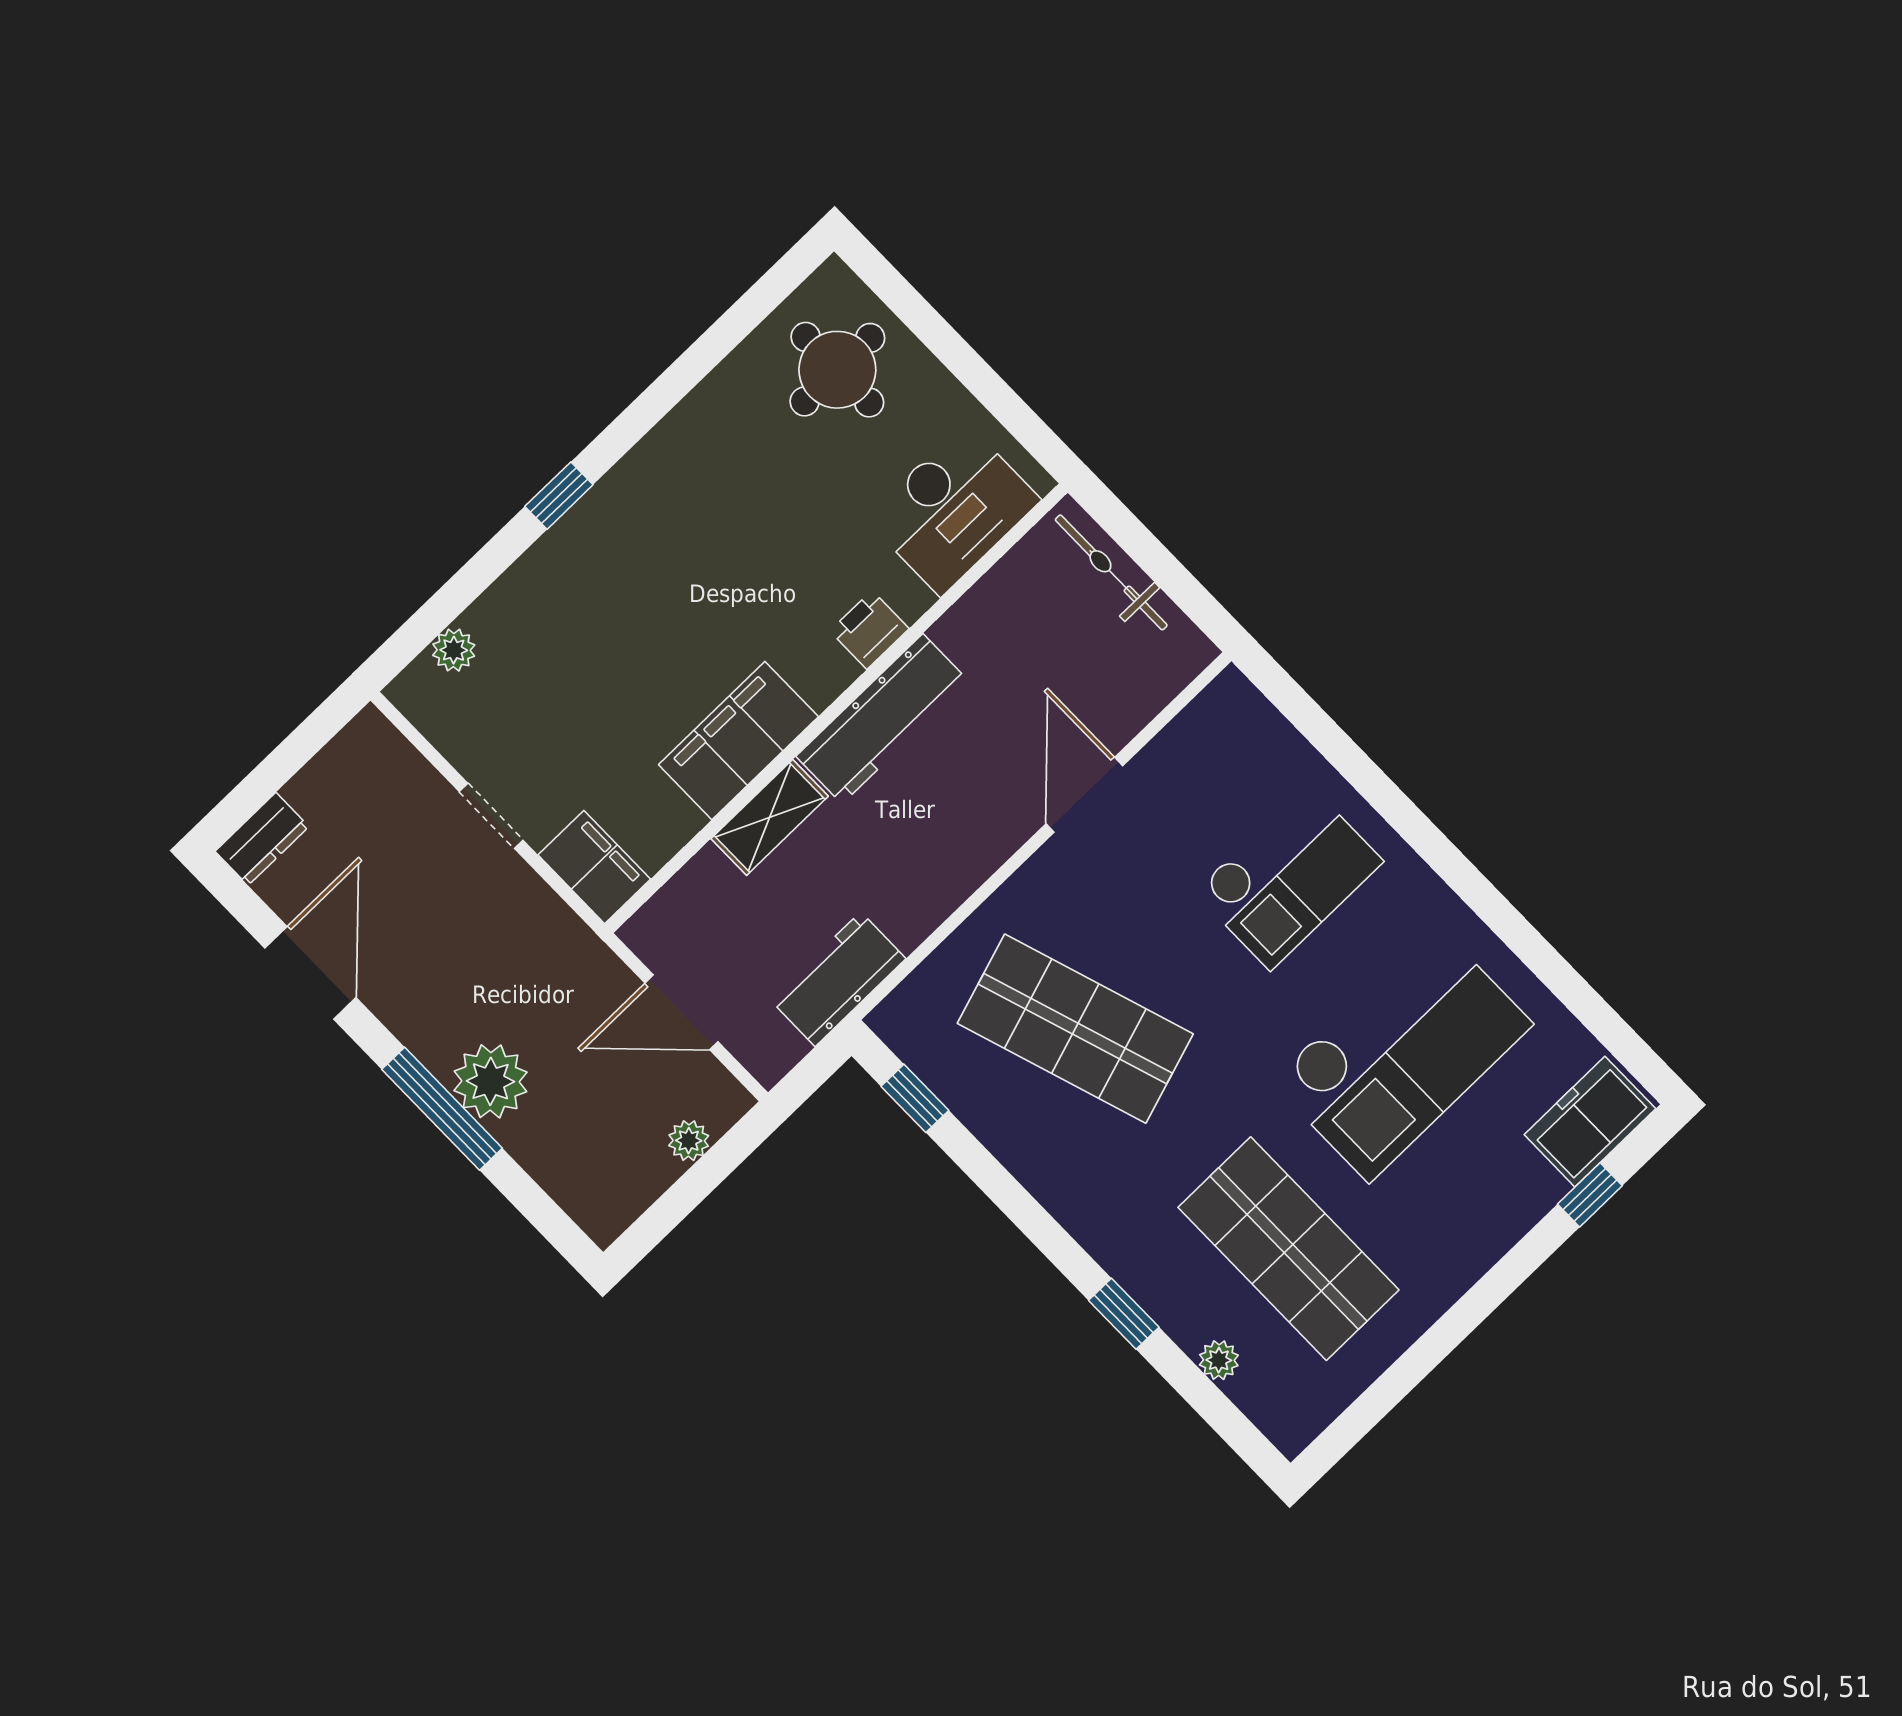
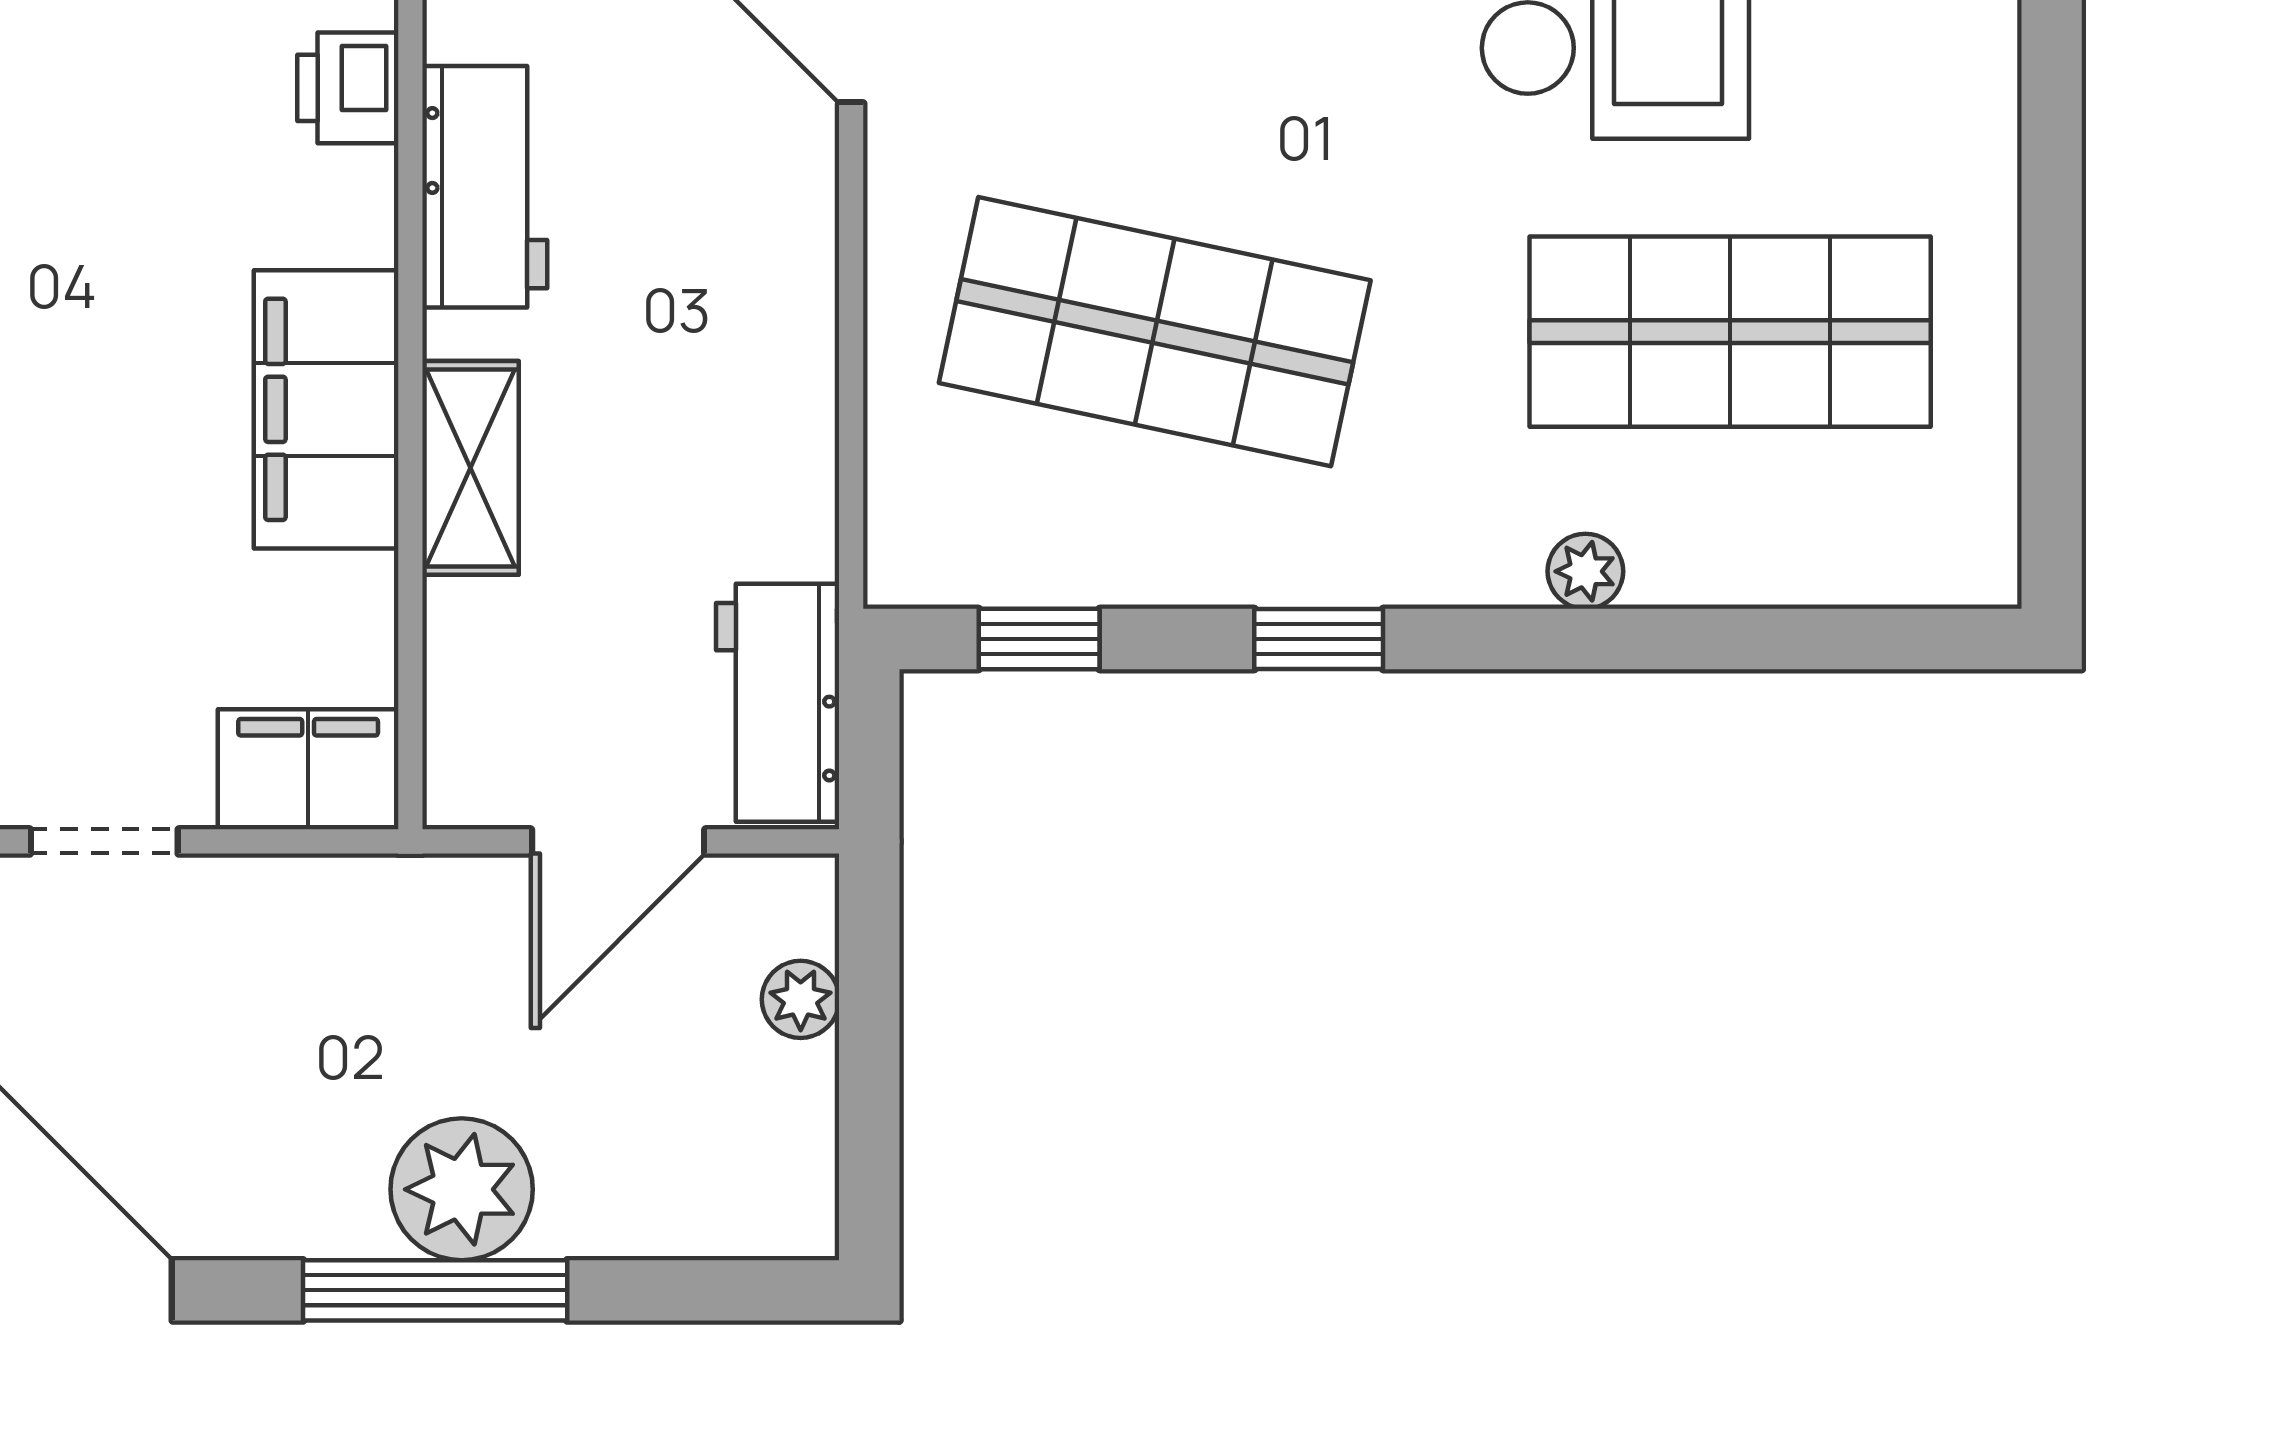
workbench: (882, 719) -> (485, 187), width x0.73
workbench: (838, 979) -> (778, 703), moved
shop shelf: (1075, 1029) -> (1155, 332), turned 30
window: (1124, 1314) -> (1319, 639), moved
plant: (1219, 1360) -> (1585, 571), moved

